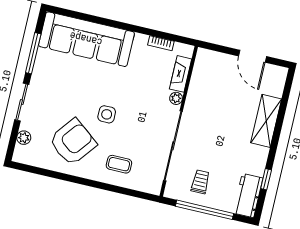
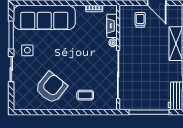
side table: (107, 114) -> (27, 50), moved
plant: (24, 138) -> (18, 92), removed
trolley: (200, 182) -> (140, 20), moved

